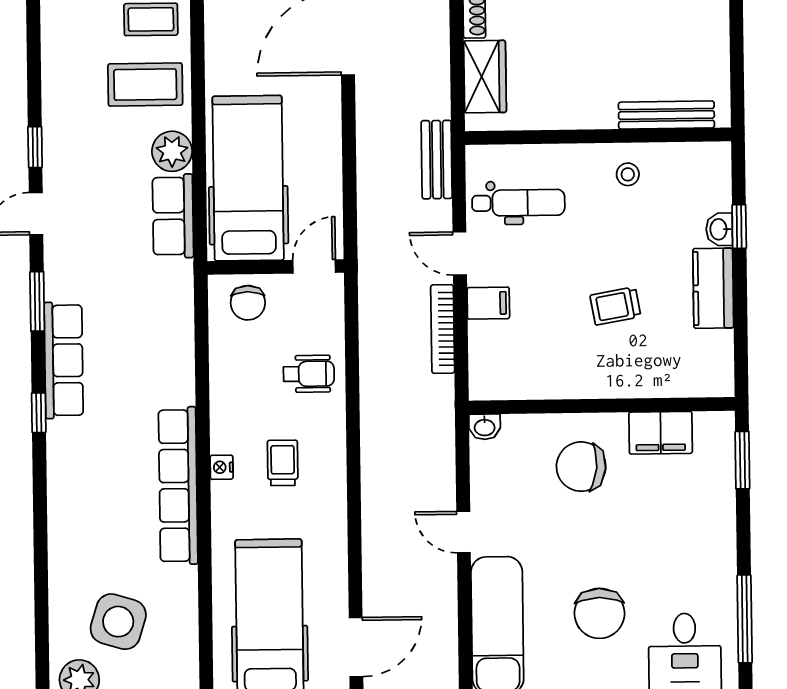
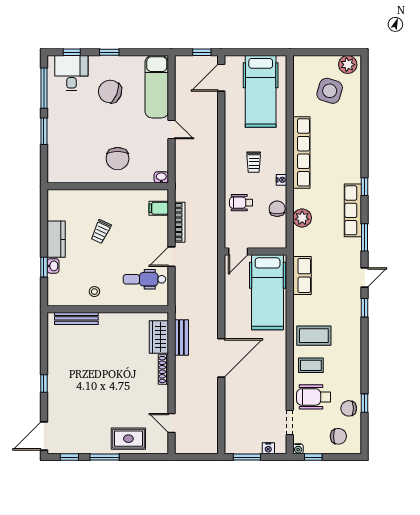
plant: (172, 151) -> (302, 218), moved
bench: (437, 160) -> (181, 337), moved
door: (460, 253) -> (172, 257), swing flipped
chair: (248, 303) -> (277, 209), moved
filing cabinet: (488, 303) -> (159, 208), moved
trolley: (615, 306) -> (101, 232), turned 125
filing cabinet: (661, 433) -> (81, 174), removed
window: (742, 460) -> (44, 131), moved
nightstand: (222, 467) -> (282, 180), moved
chair: (581, 467) -> (118, 159), turned 85
chair: (599, 613) -> (110, 92), turned -68

